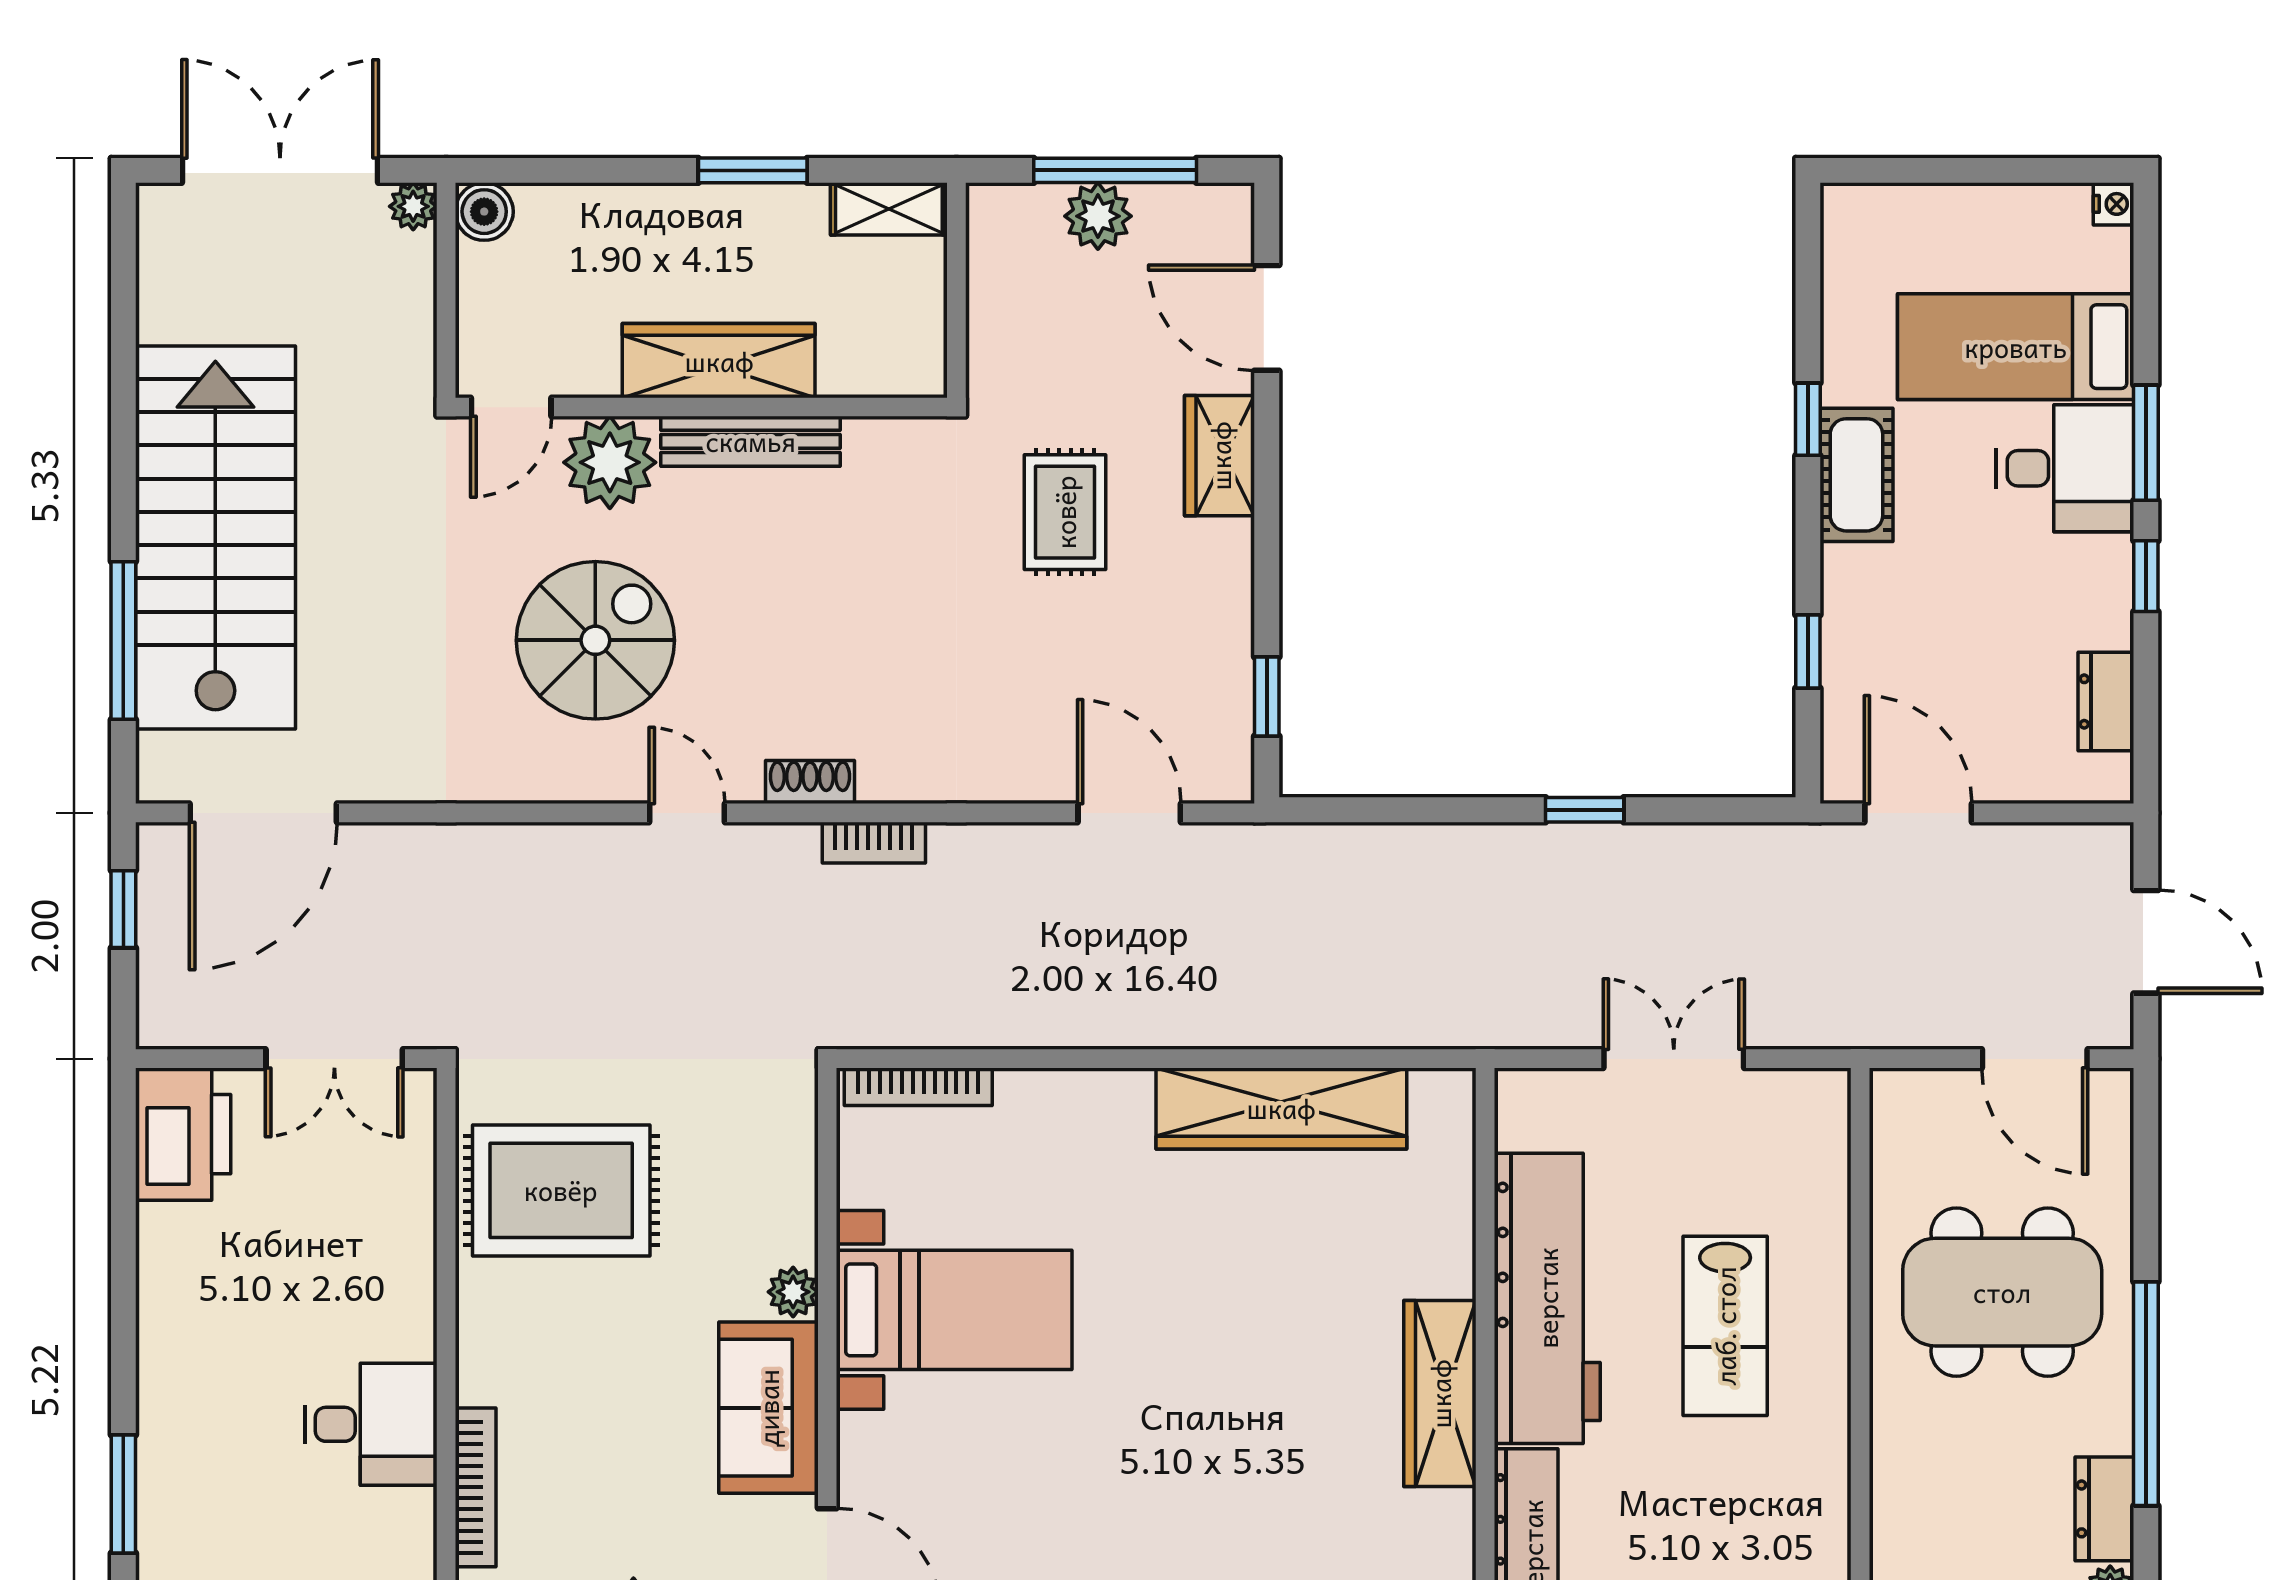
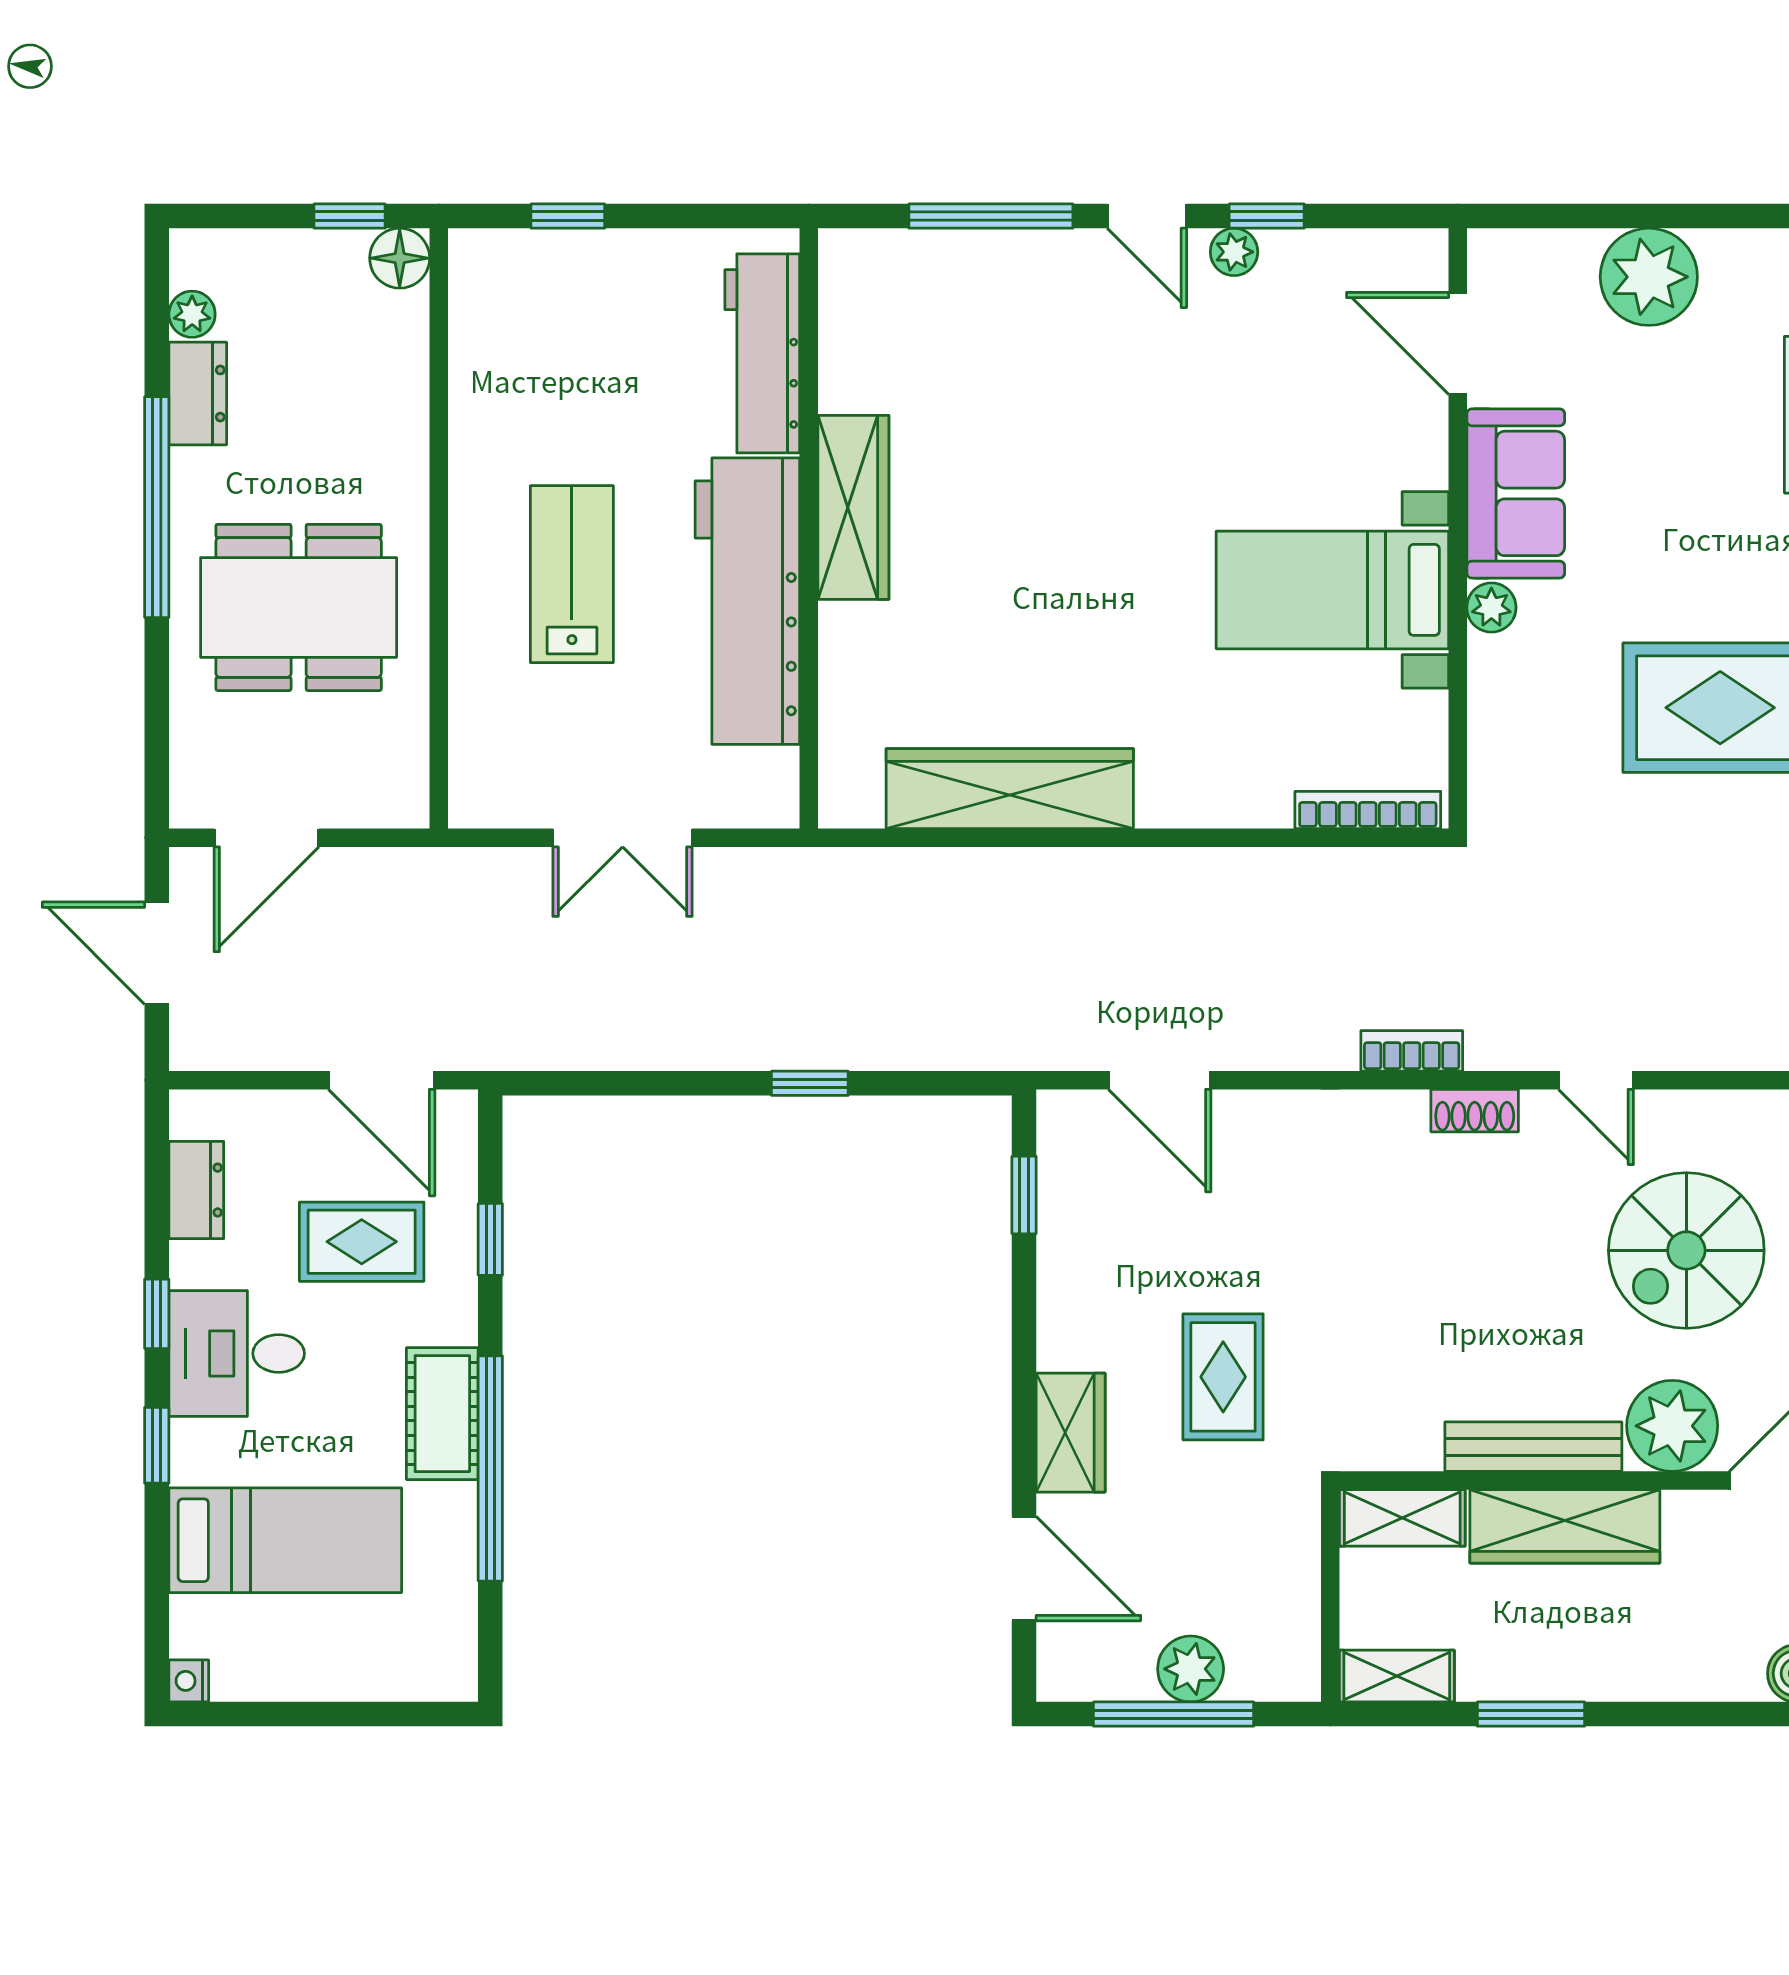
shelving: (883, 369) -> (1402, 1518), added
window: (1808, 419) -> (490, 1468), width x3.17
window: (2146, 443) -> (157, 1445), width x0.67
desk: (2065, 468) -> (237, 1353), moved
rug: (1938, 649) -> (362, 1242), added
window: (1585, 810) -> (810, 1083), moved
door: (2035, 1059) -> (266, 838), swing flipped

